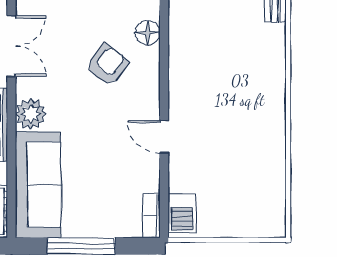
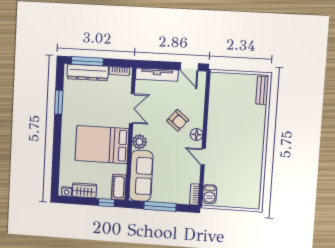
floor lamp: (148, 33) -> (197, 134), moved
armchair: (107, 65) -> (178, 120), turned 92

